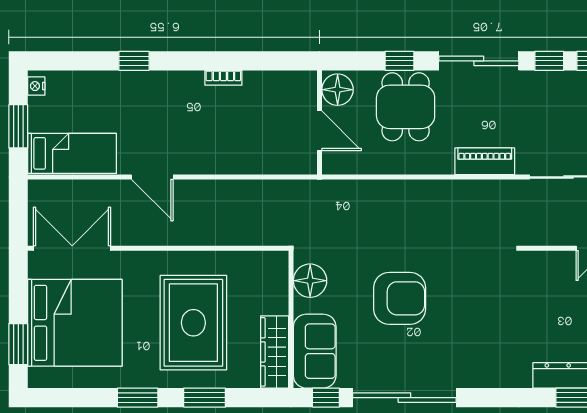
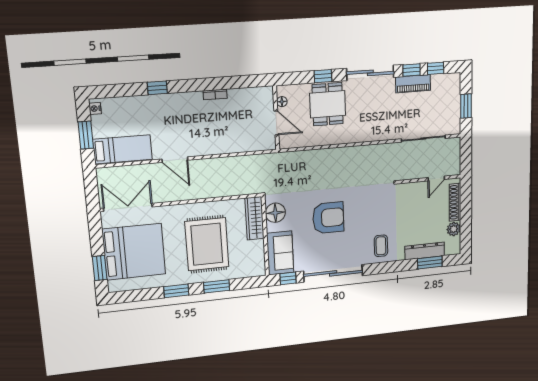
floor lamp: (338, 90) -> (282, 102), width x0.53, depth x0.53
piano: (485, 161) -> (413, 84), moved, turned 180
wardrobe: (275, 352) -> (254, 218), moved
coffee table: (490, 357) -> (381, 246), added

